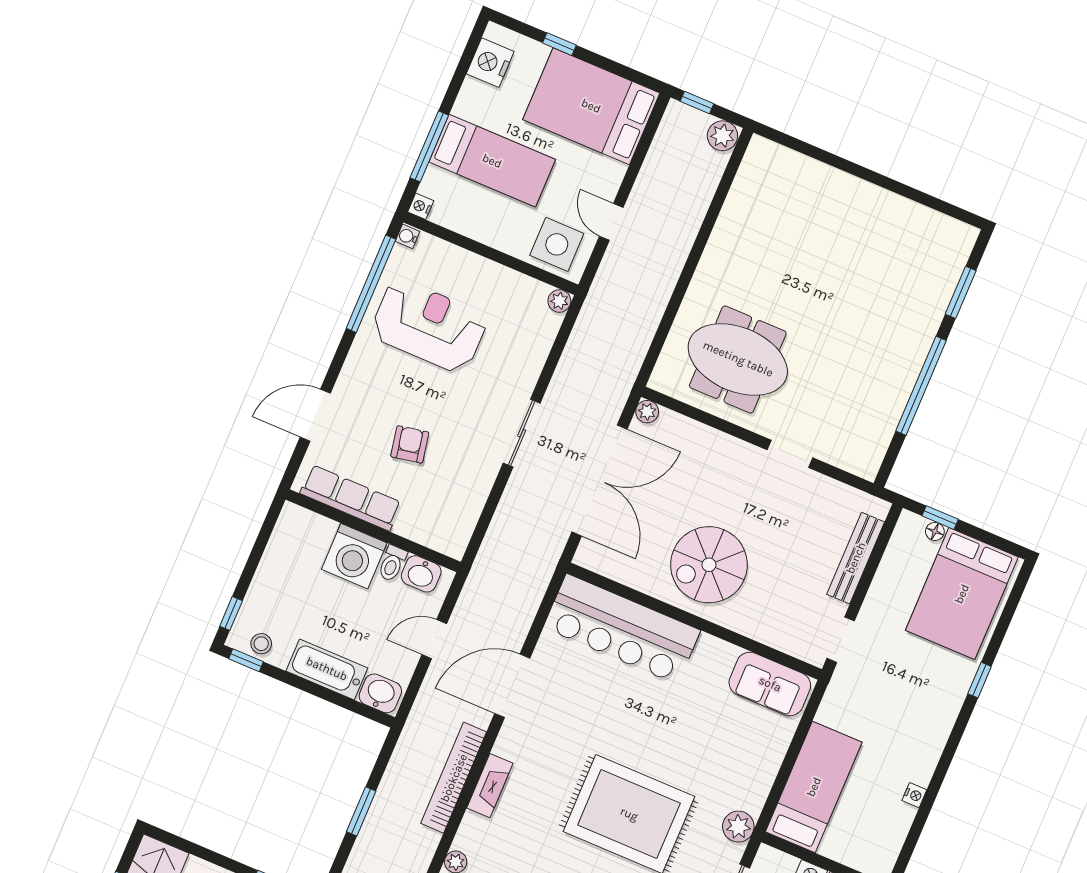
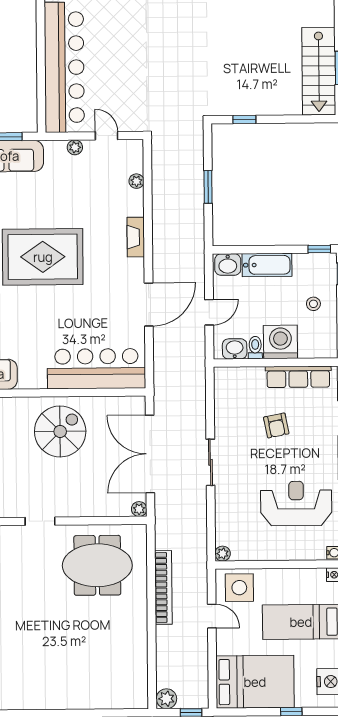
reception desk: (429, 326) -> (296, 503), turned 180
stool: (261, 644) -> (313, 304), moved
bookcase: (454, 778) -> (163, 587), moved

